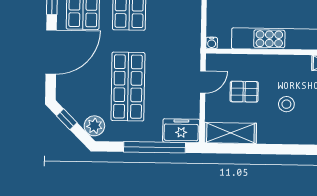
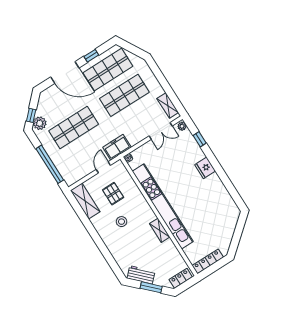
door: (203, 82) -> (103, 167), swing flipped
window: (67, 119) -> (31, 115), moved
freezer: (181, 131) -> (117, 147), moved, turned -90

